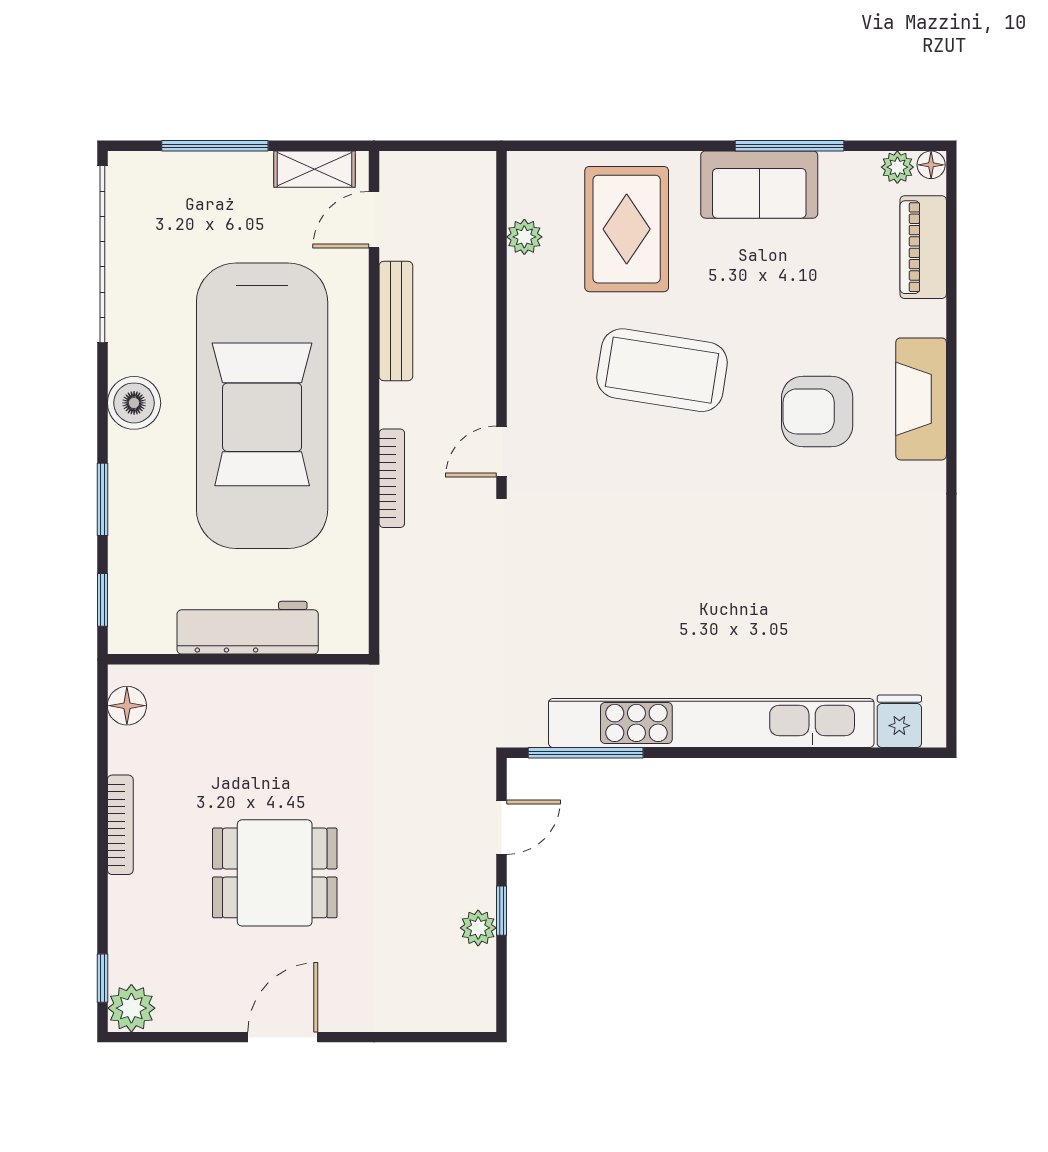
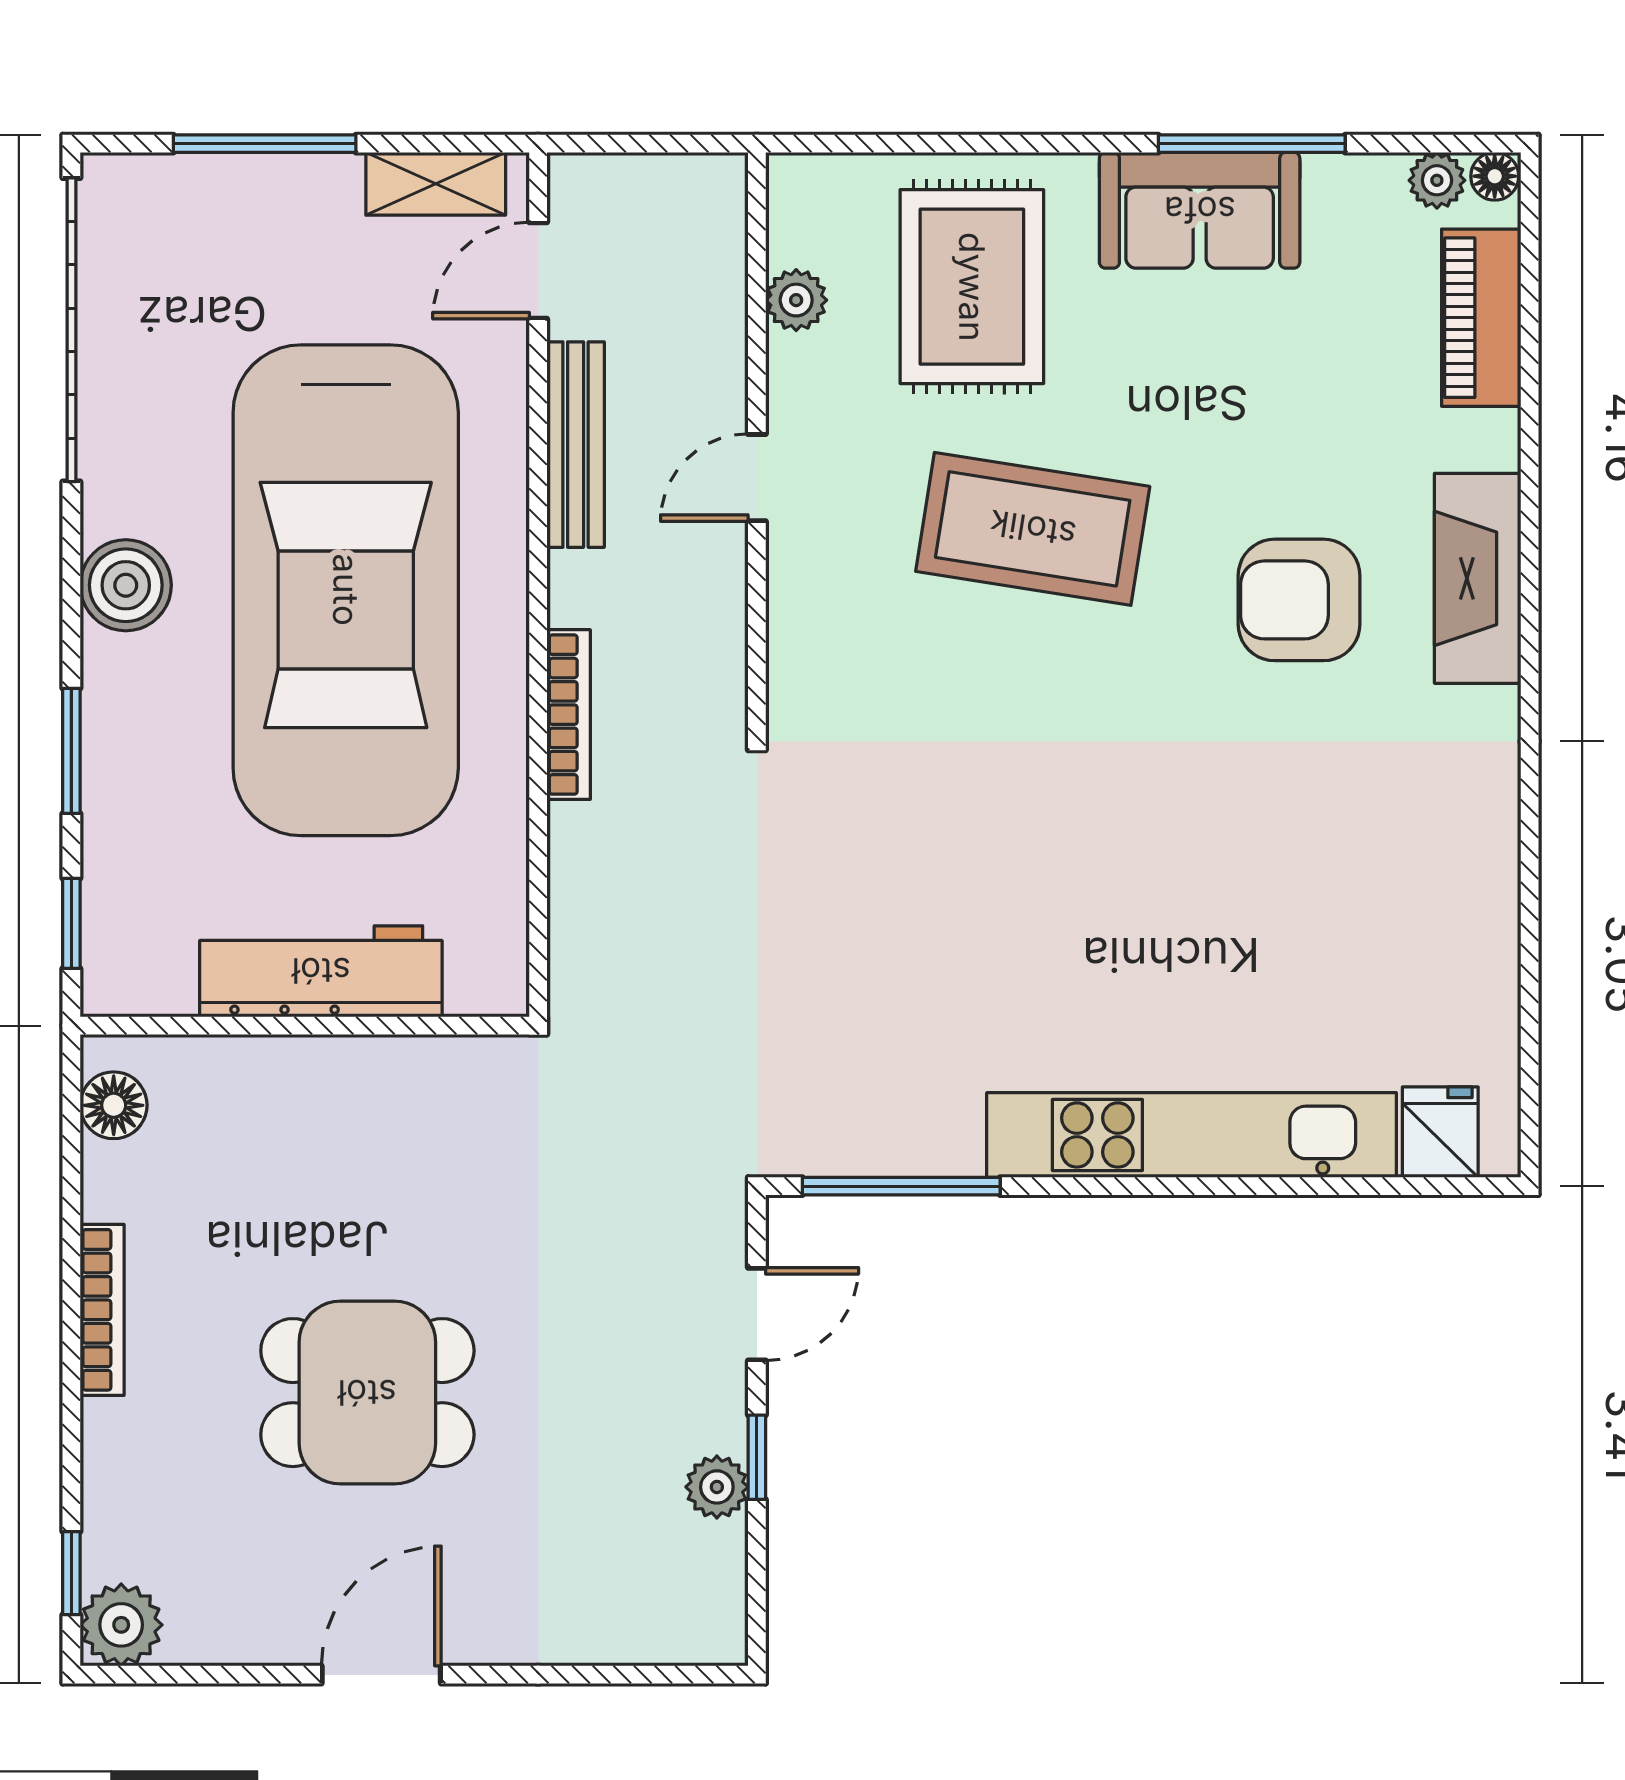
door: (501, 451) -> (757, 478), moved
kitchen unit: (711, 723) -> (1192, 1135), width x0.73

